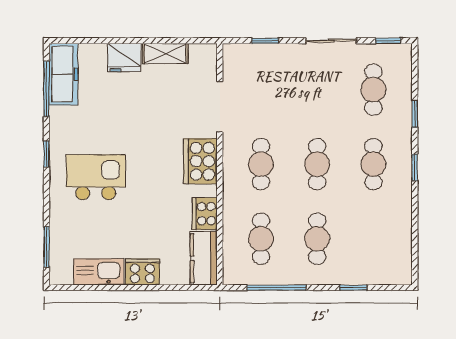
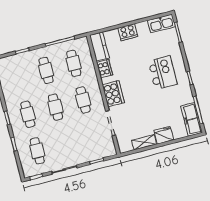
kitchen island: (96, 177) -> (163, 73), turned -90
kitchen sink: (99, 272) -> (161, 24), moved

